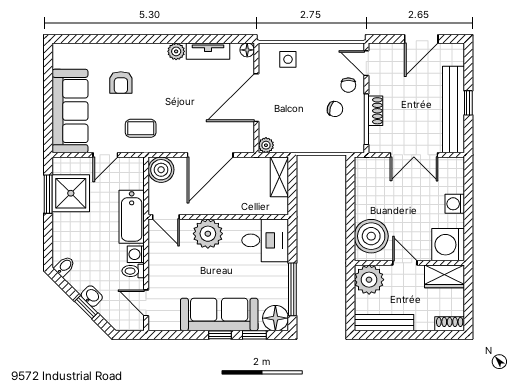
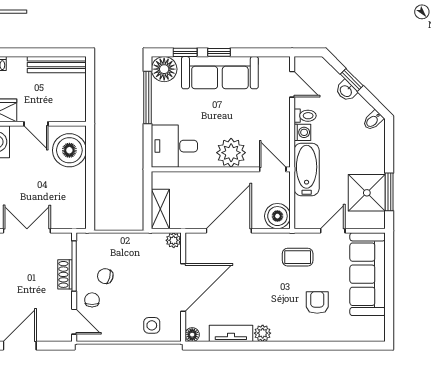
plant: (369, 280) -> (72, 107), removed

